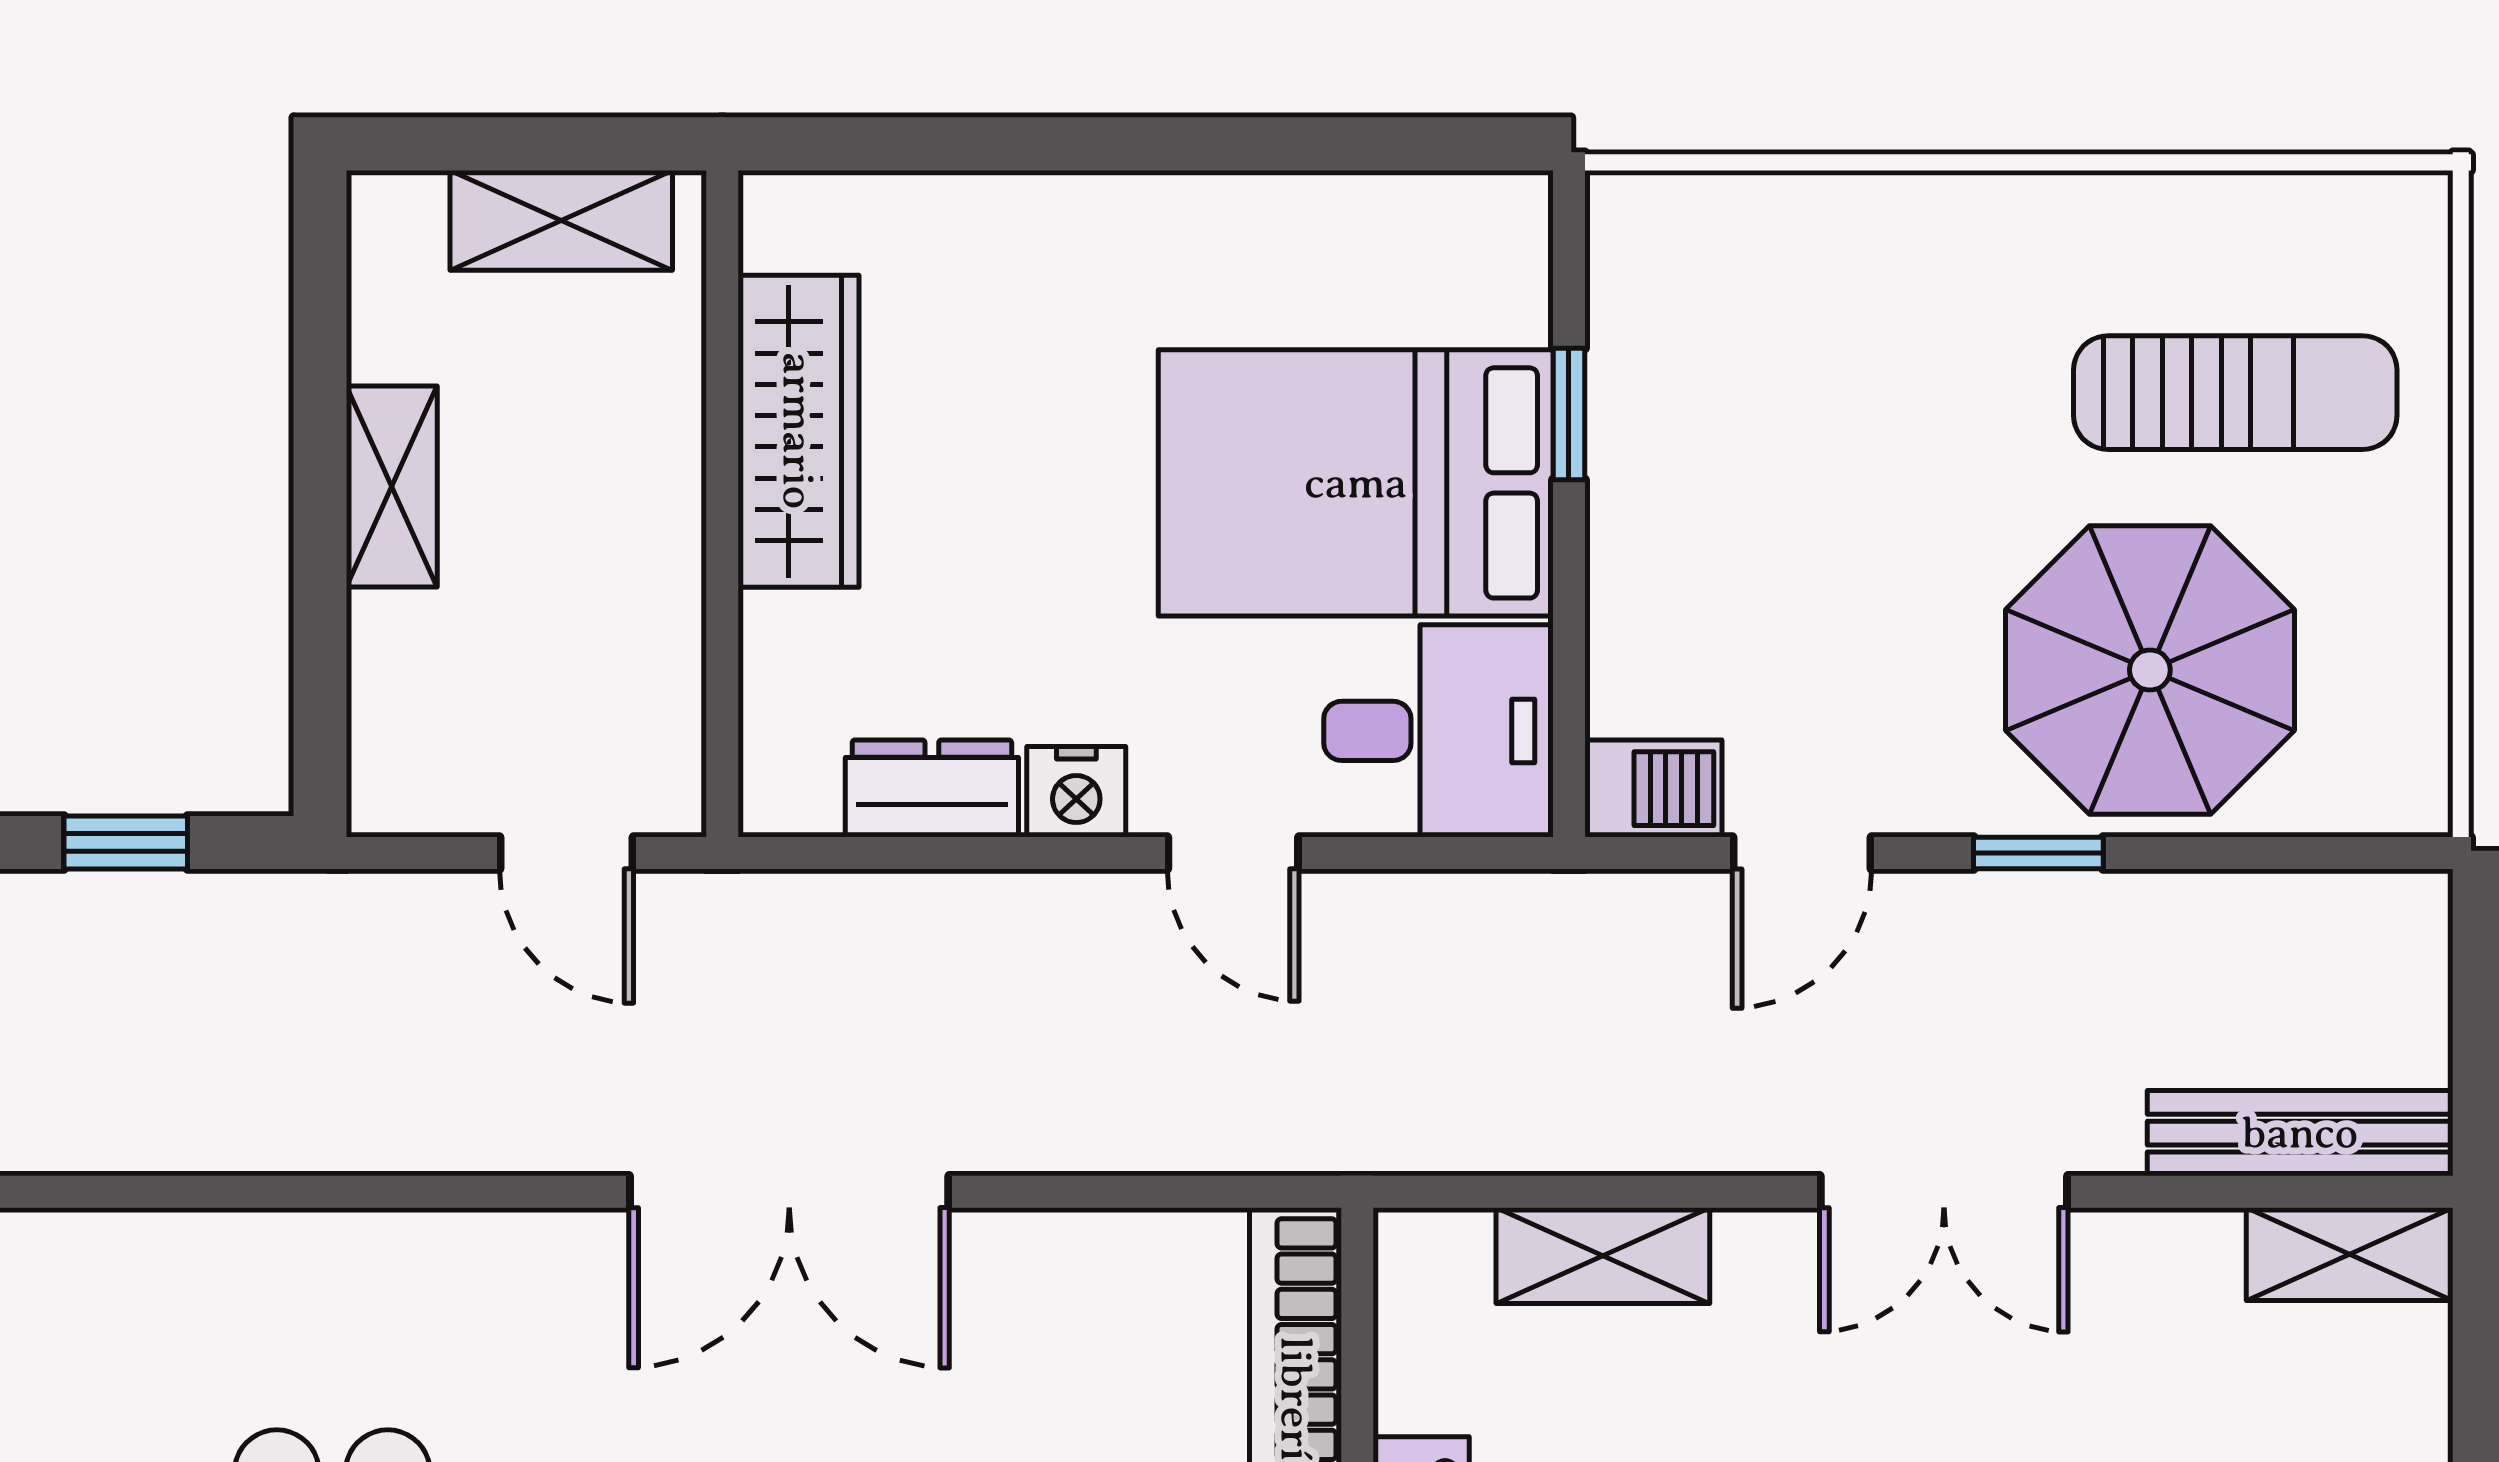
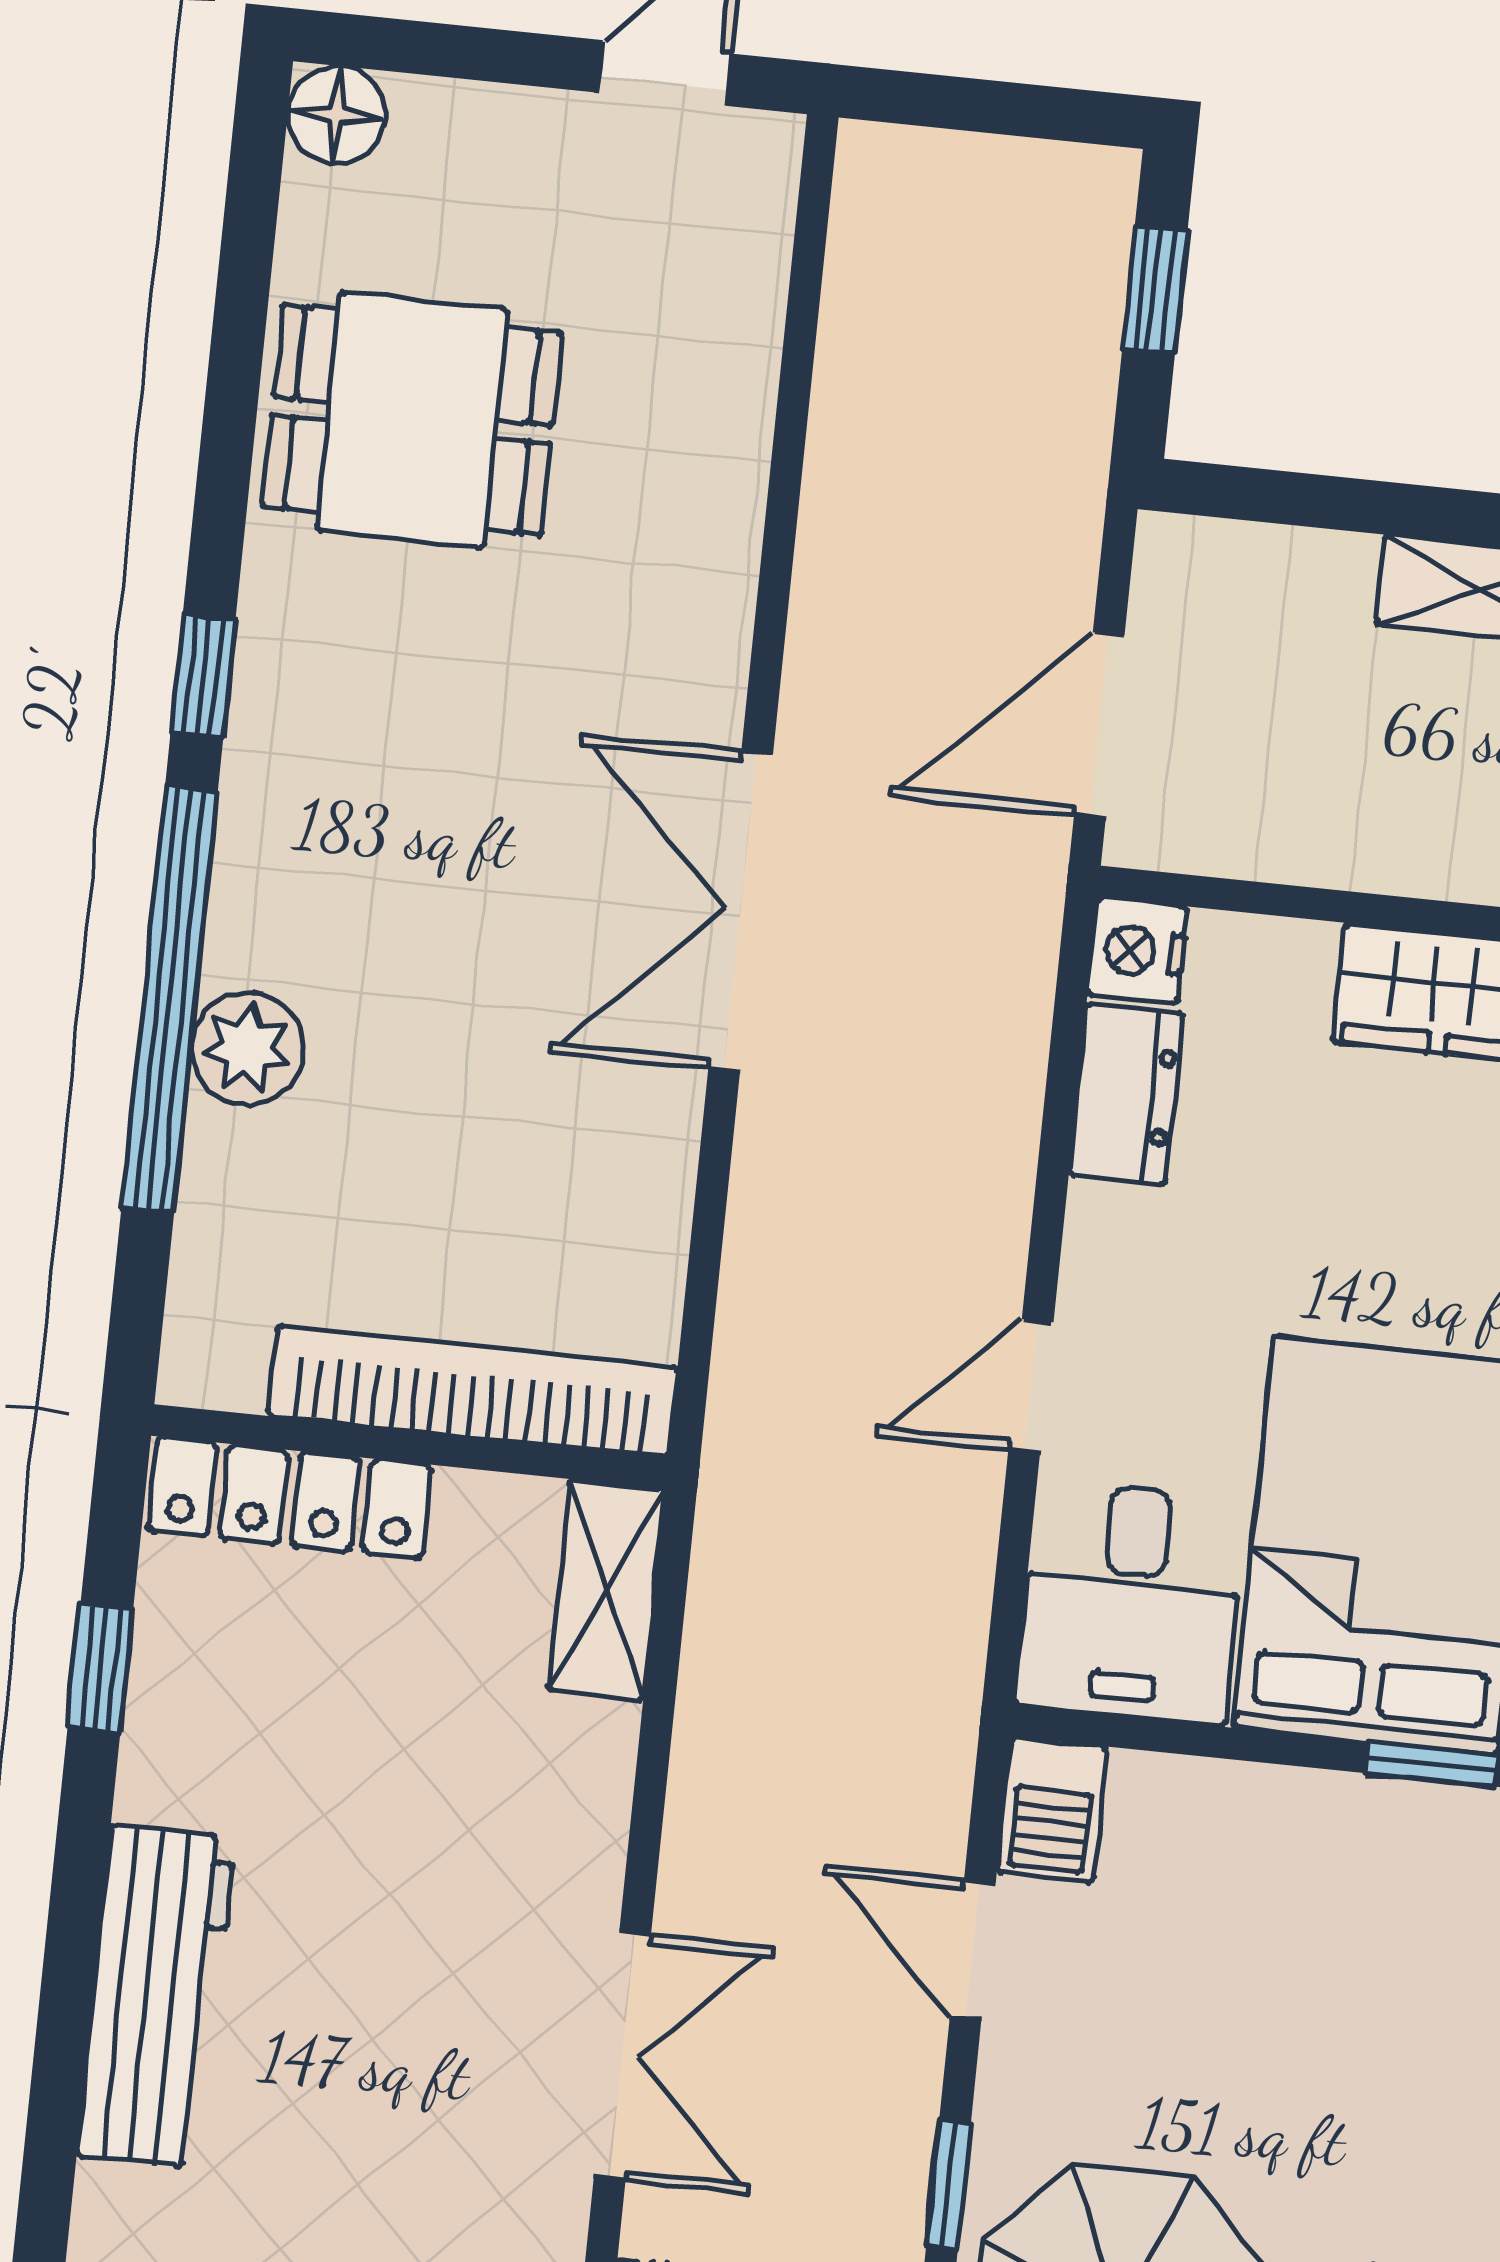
nightstand: (1076, 792) -> (1137, 951), moved
door: (566, 853) -> (1099, 725), width x1.38
double door: (1944, 1192) -> (622, 2056), swing flipped
shelving: (1603, 1256) -> (607, 1590), moved

